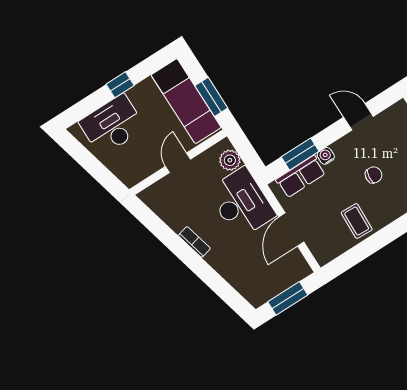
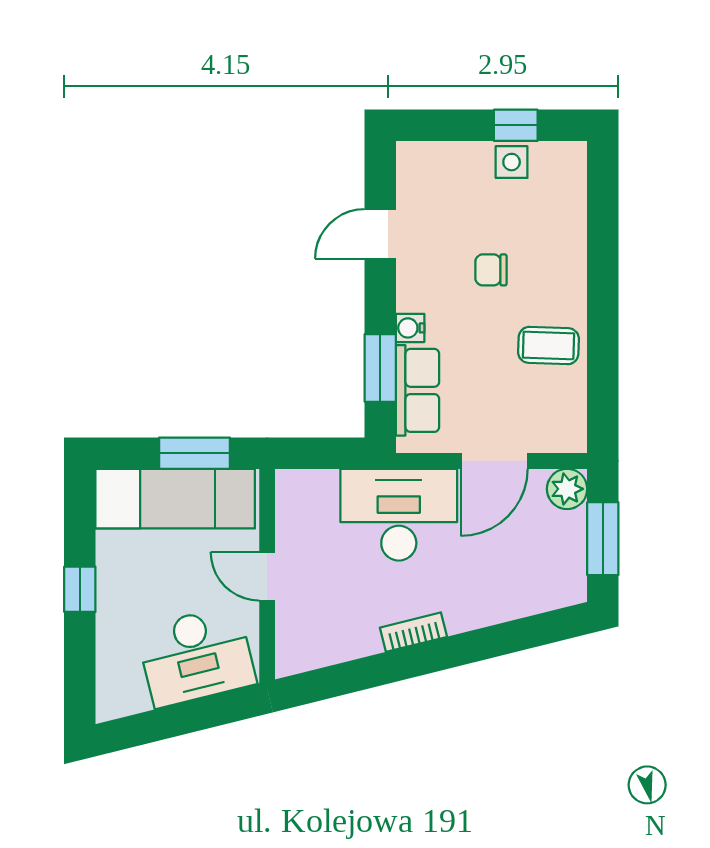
desk: (112, 125) -> (196, 656), moved, turned -104
plant: (230, 160) -> (567, 489), moved
chair: (374, 175) -> (491, 270), turned -95
door: (291, 229) -> (494, 461), hinge flipped

